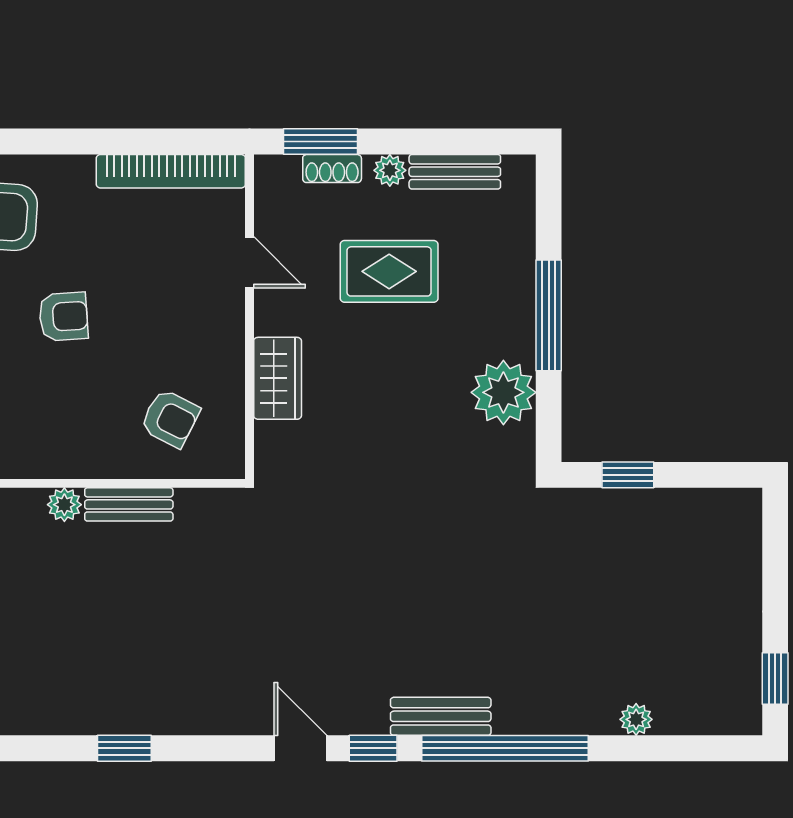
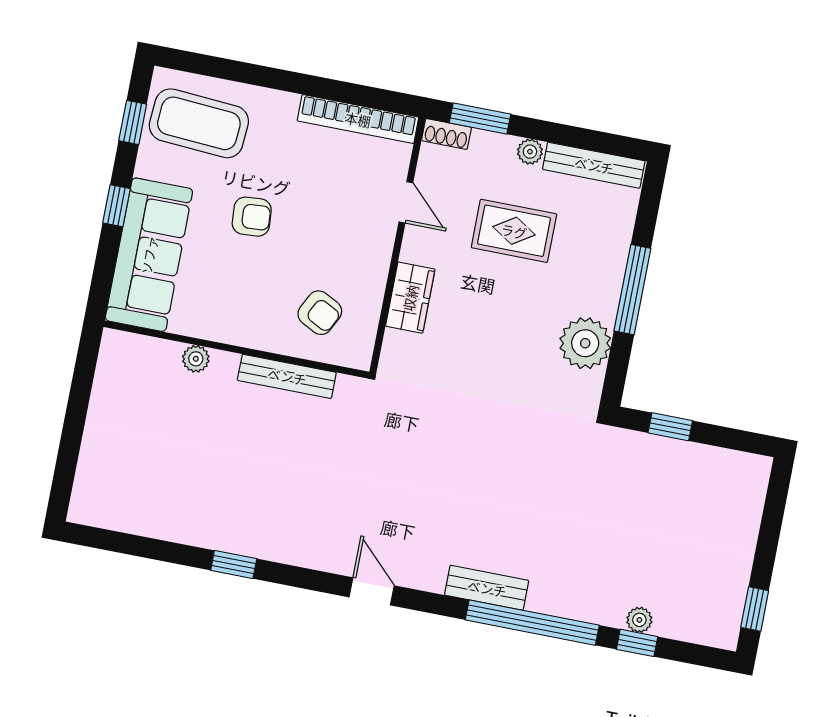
shoe rack: (332, 169) -> (446, 134), moved
bench: (455, 172) -> (594, 165), width x1.36
bench: (129, 504) -> (287, 376), width x1.36
plant: (64, 505) -> (196, 359), moved
window: (373, 748) -> (637, 643), moved

